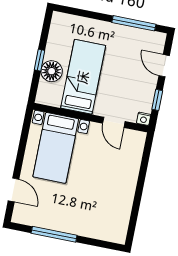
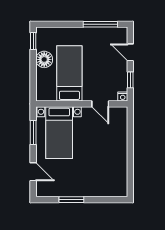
window: (40, 60) -> (33, 41), moved
floor lamp: (52, 71) -> (44, 59), moved
window: (23, 141) -> (33, 132), added
window: (54, 234) -> (71, 200), width x0.69

